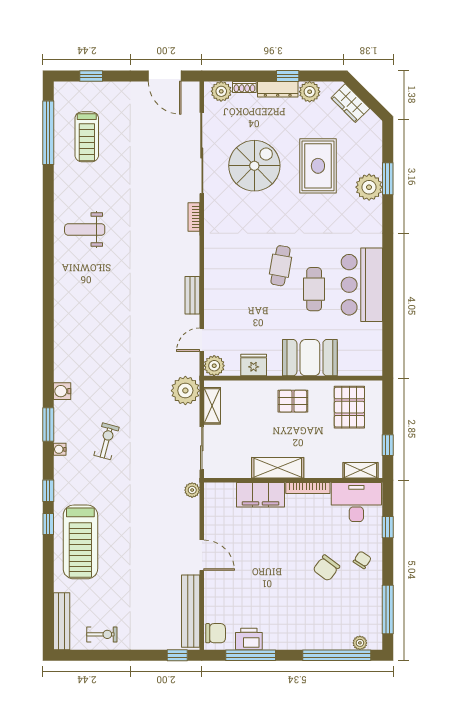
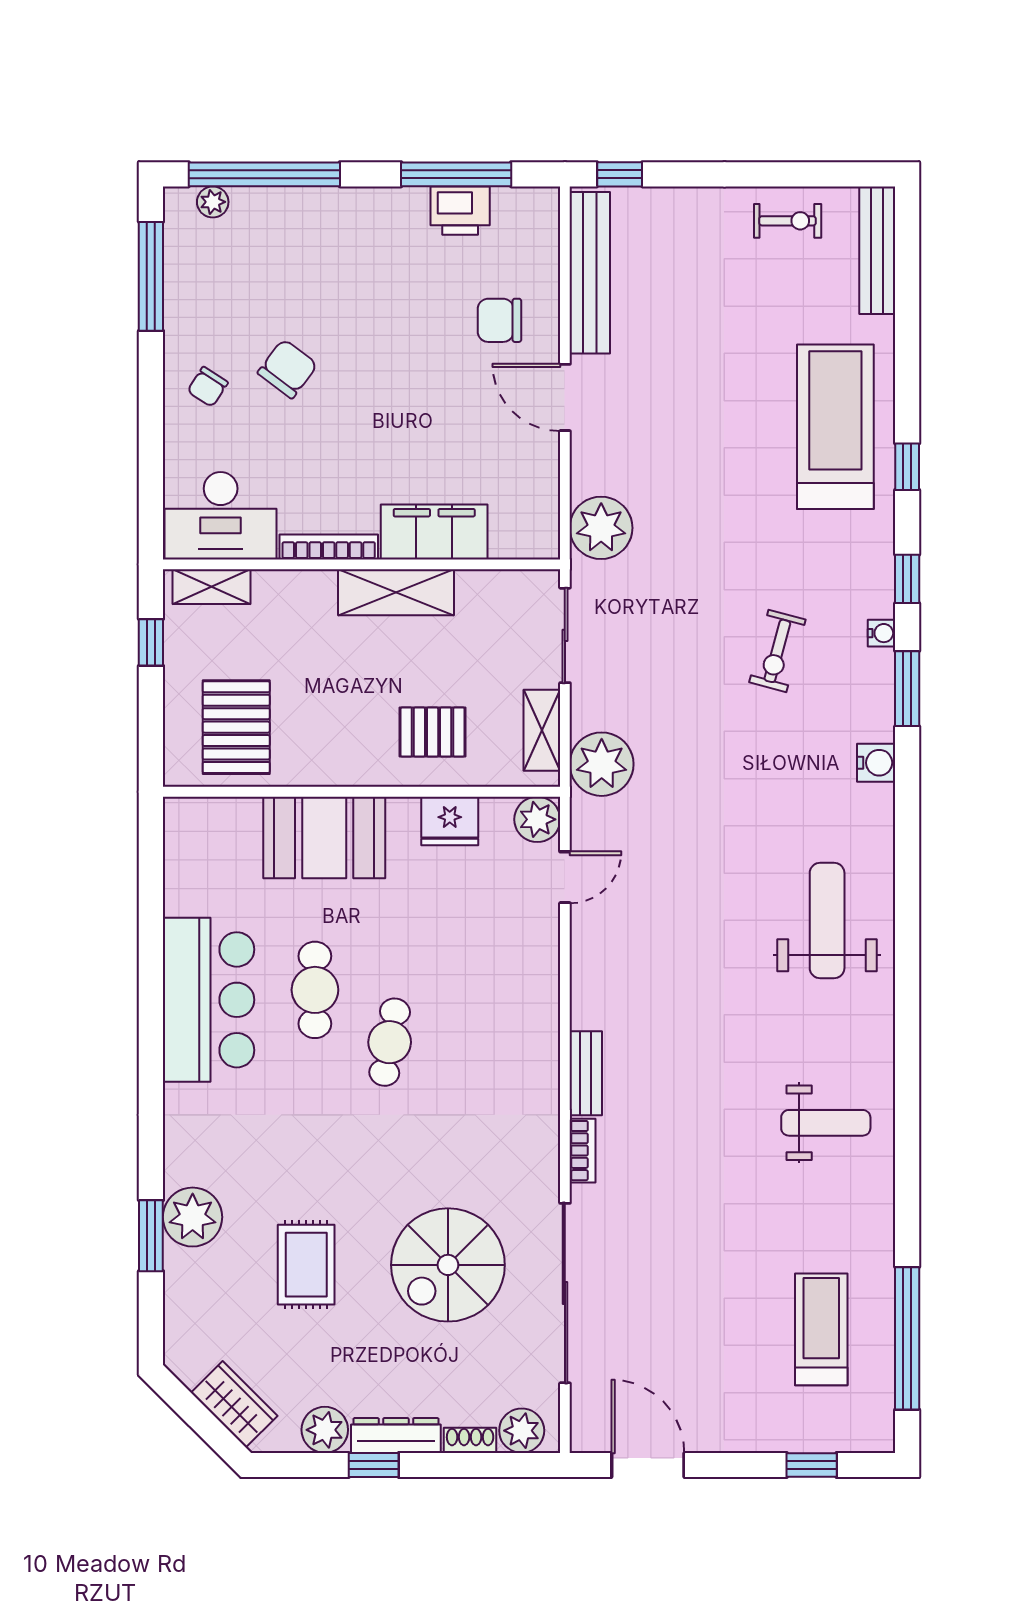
rug: (318, 166) -> (306, 1265), width x0.73, depth x0.70
bench: (192, 295) -> (586, 1073), moved
weight bench: (84, 320) -> (827, 921), added
pallet: (293, 401) -> (433, 732), moved
plant: (192, 490) -> (601, 528), width x1.87, depth x1.87
window: (48, 491) -> (907, 579), moved
window: (388, 527) -> (151, 460), removed
chair: (216, 633) -> (500, 320), moved
exercise bike: (102, 634) -> (788, 221), turned 180

